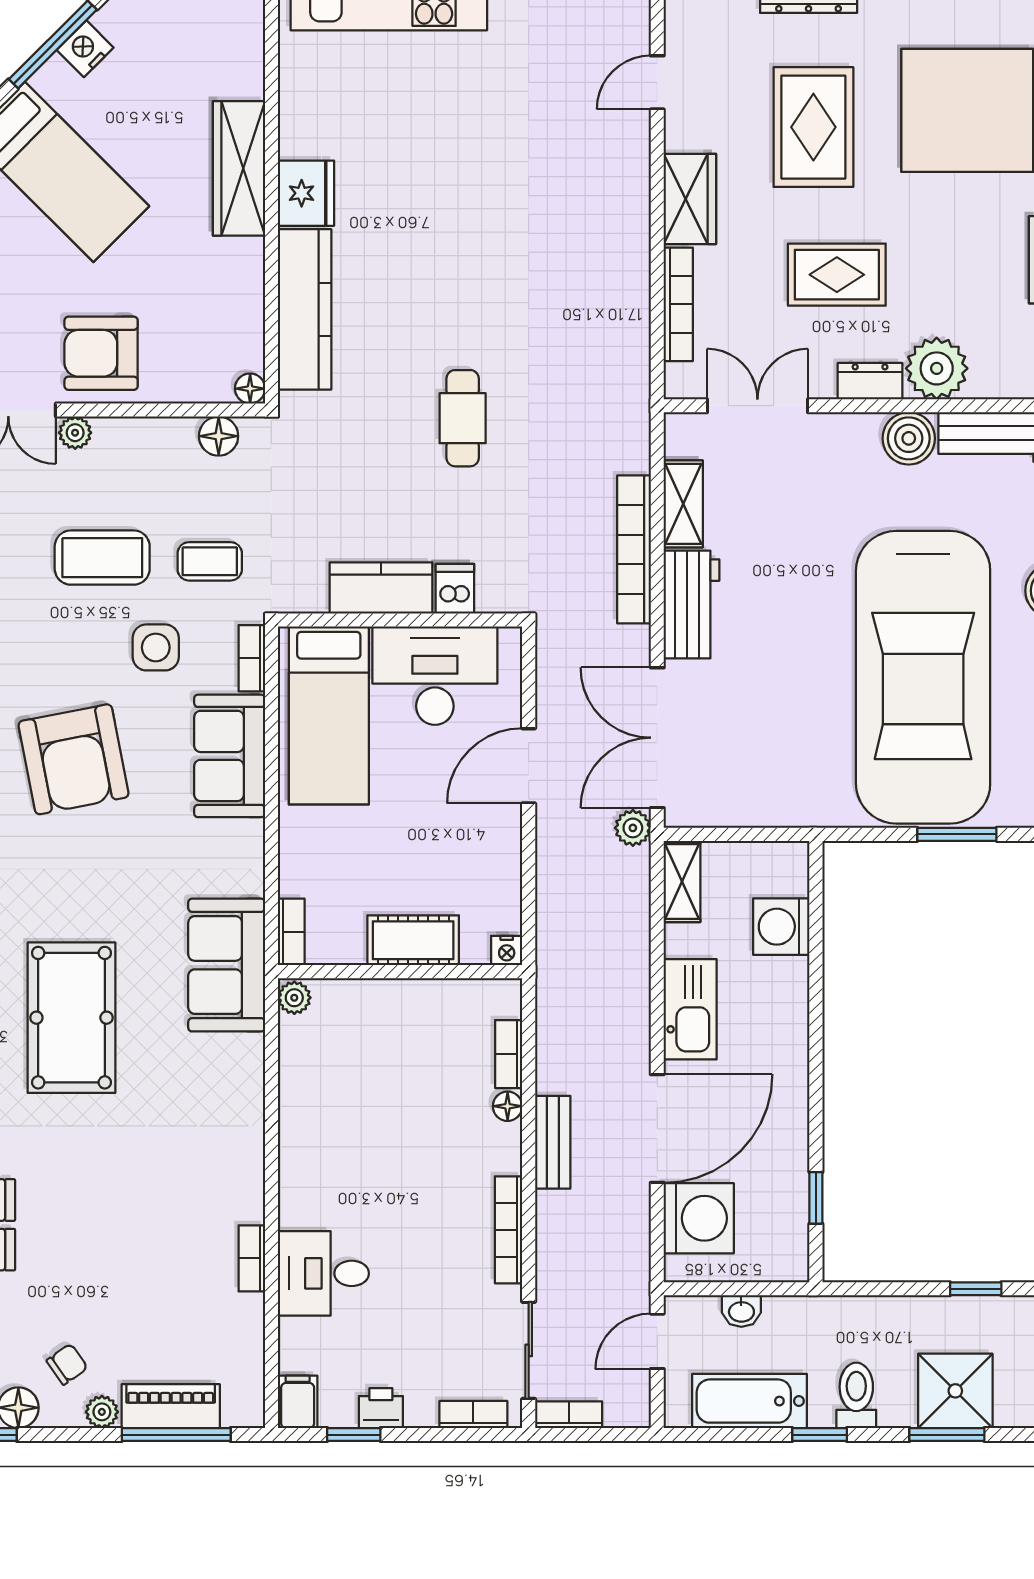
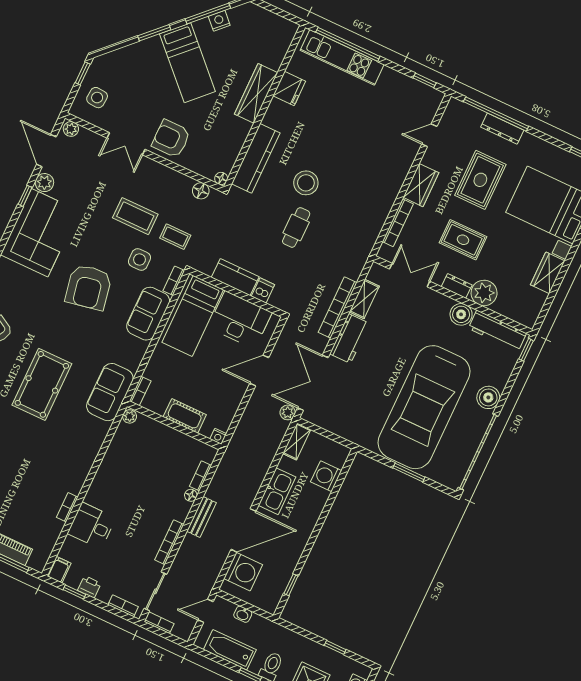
fridge: (306, 193) -> (289, 88), moved
stool: (438, 312) -> (306, 183), added
plant: (75, 433) -> (147, 164), removed

